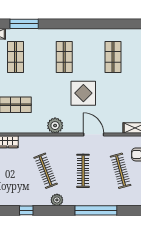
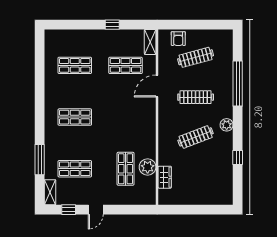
display table: (83, 93) -> (113, 97), removed
shop shelf: (113, 105) -> (126, 65), added
plant: (55, 126) -> (148, 167), moved

